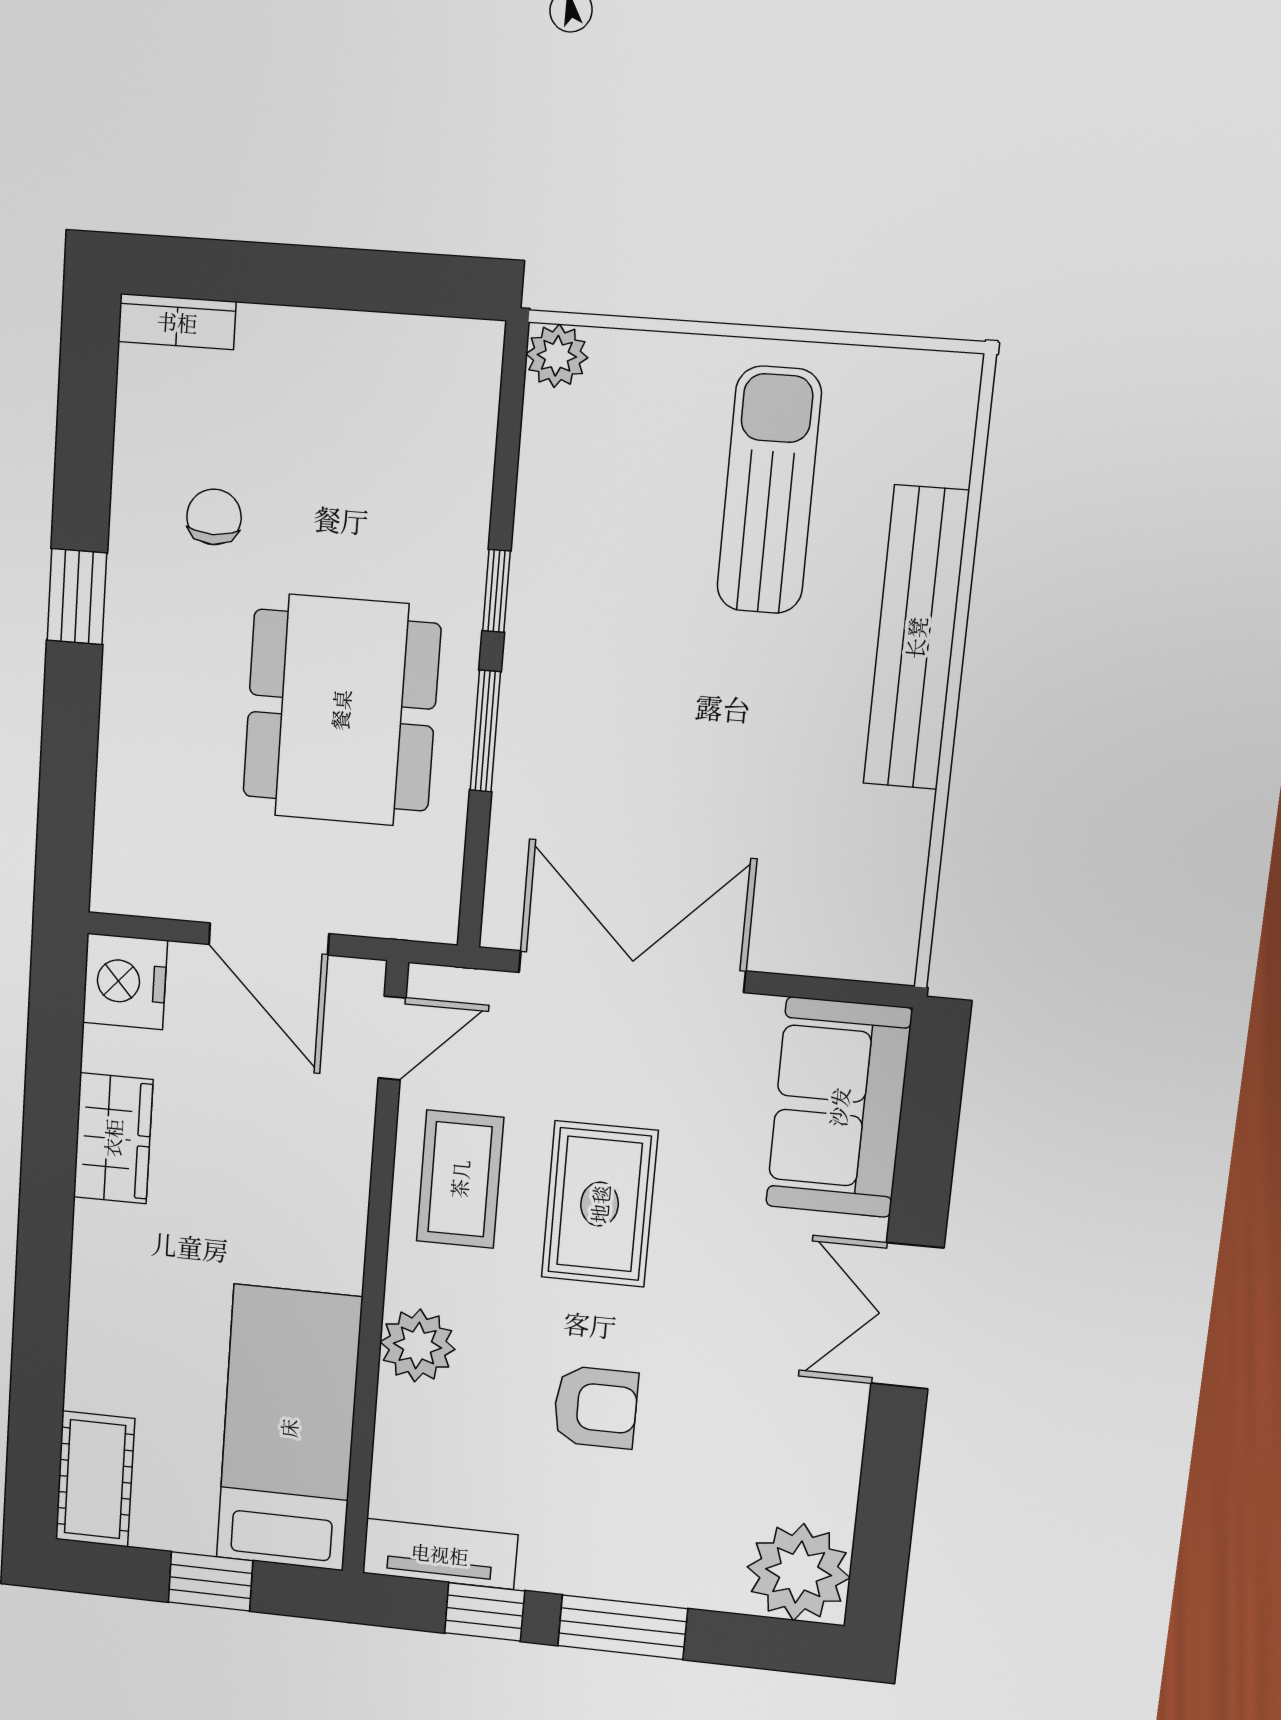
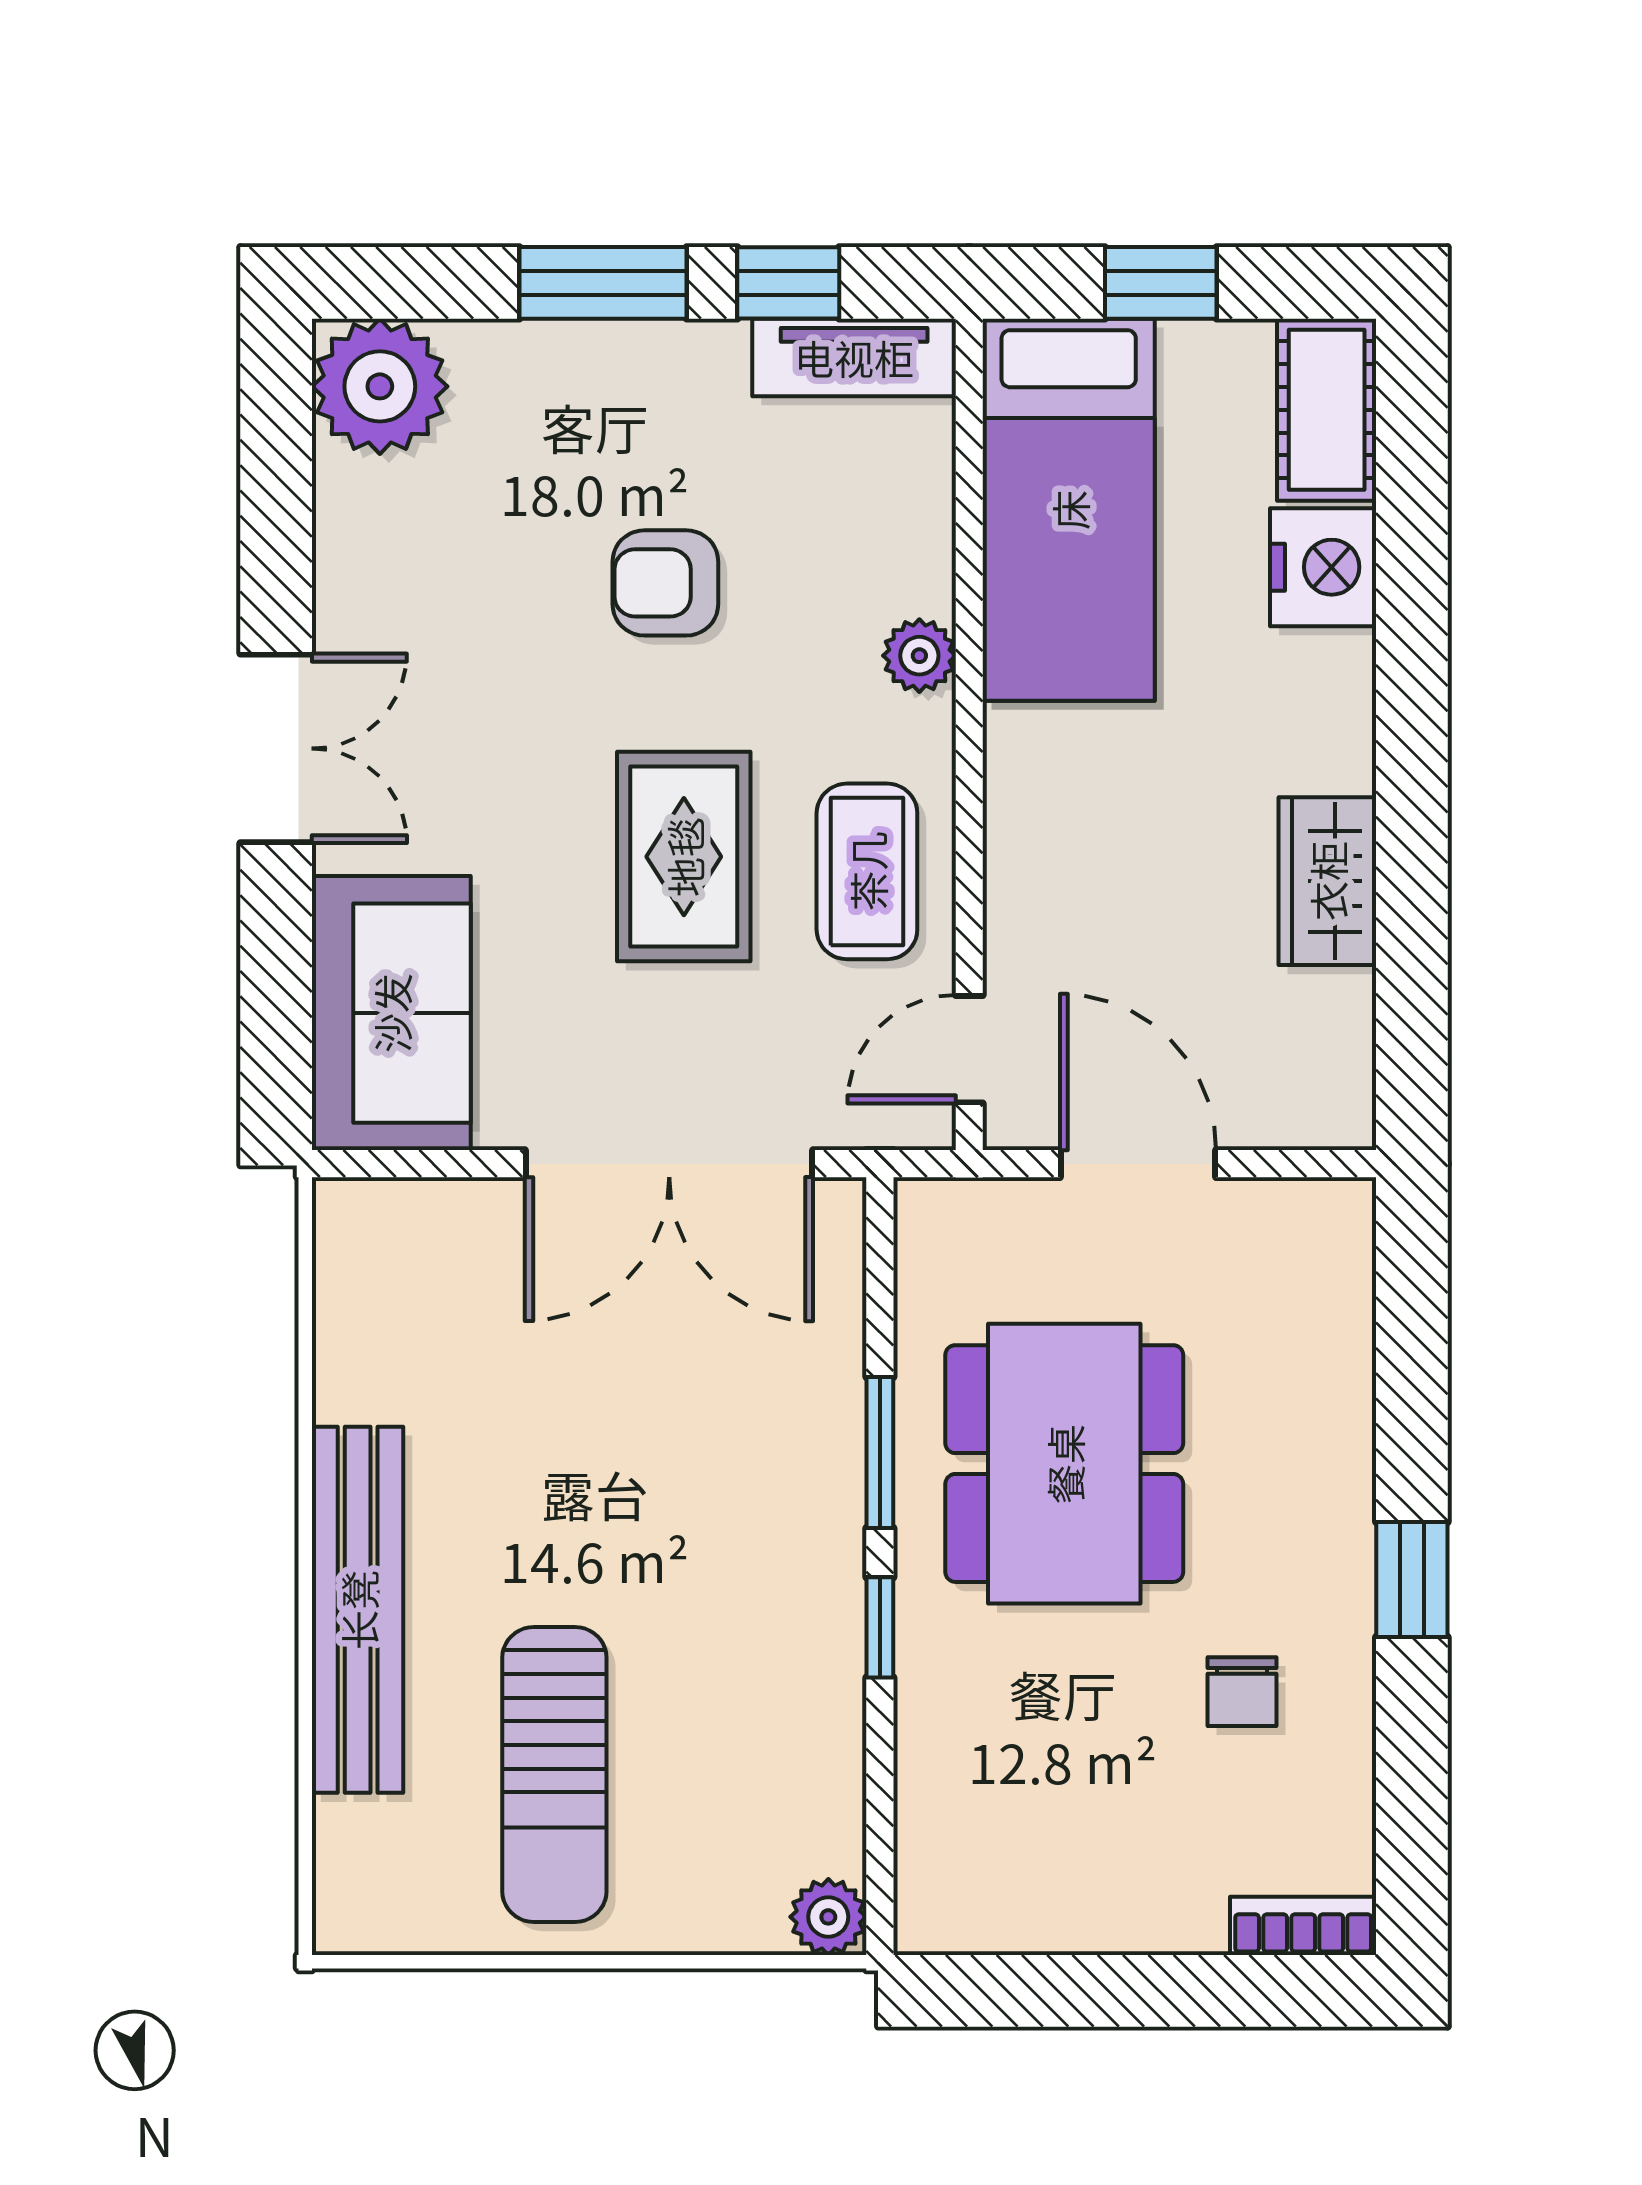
nightstand: (125, 981) -> (1323, 567), moved
plant: (417, 1346) -> (919, 656), width x0.73, depth x0.73

